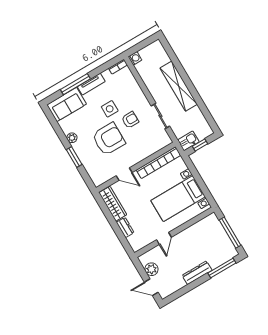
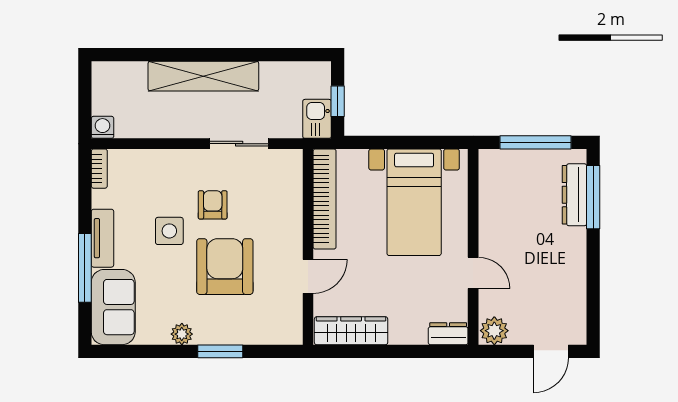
dresser: (125, 227) -> (448, 334), moved
plant: (151, 269) -> (494, 331), moved
dresser: (197, 273) -> (574, 195), moved

